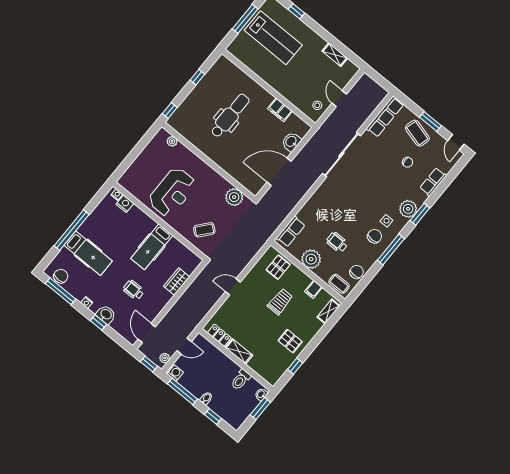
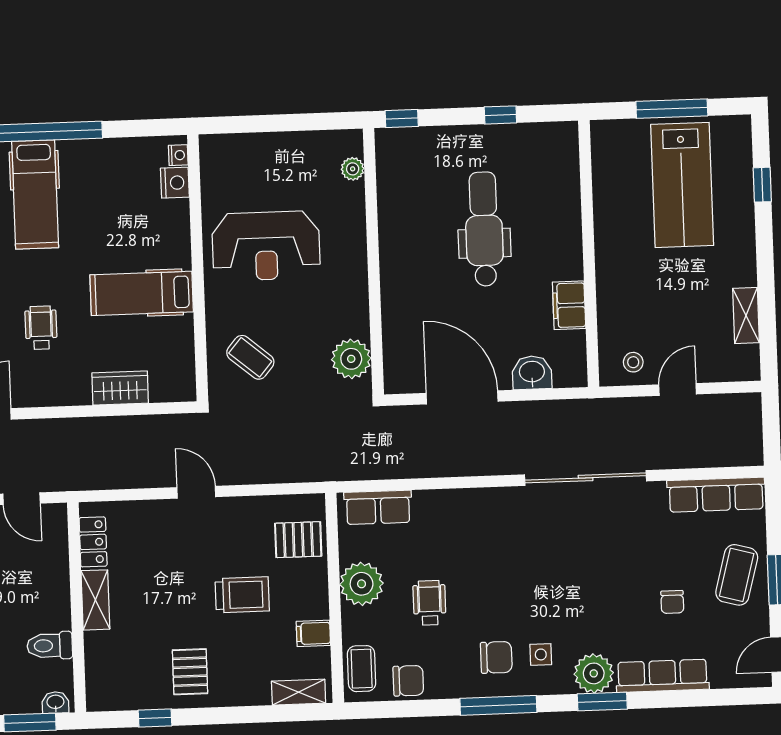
dental chair: (230, 116) -> (484, 229), turned -90
row of seats: (433, 182) -> (662, 676), width x1.48

